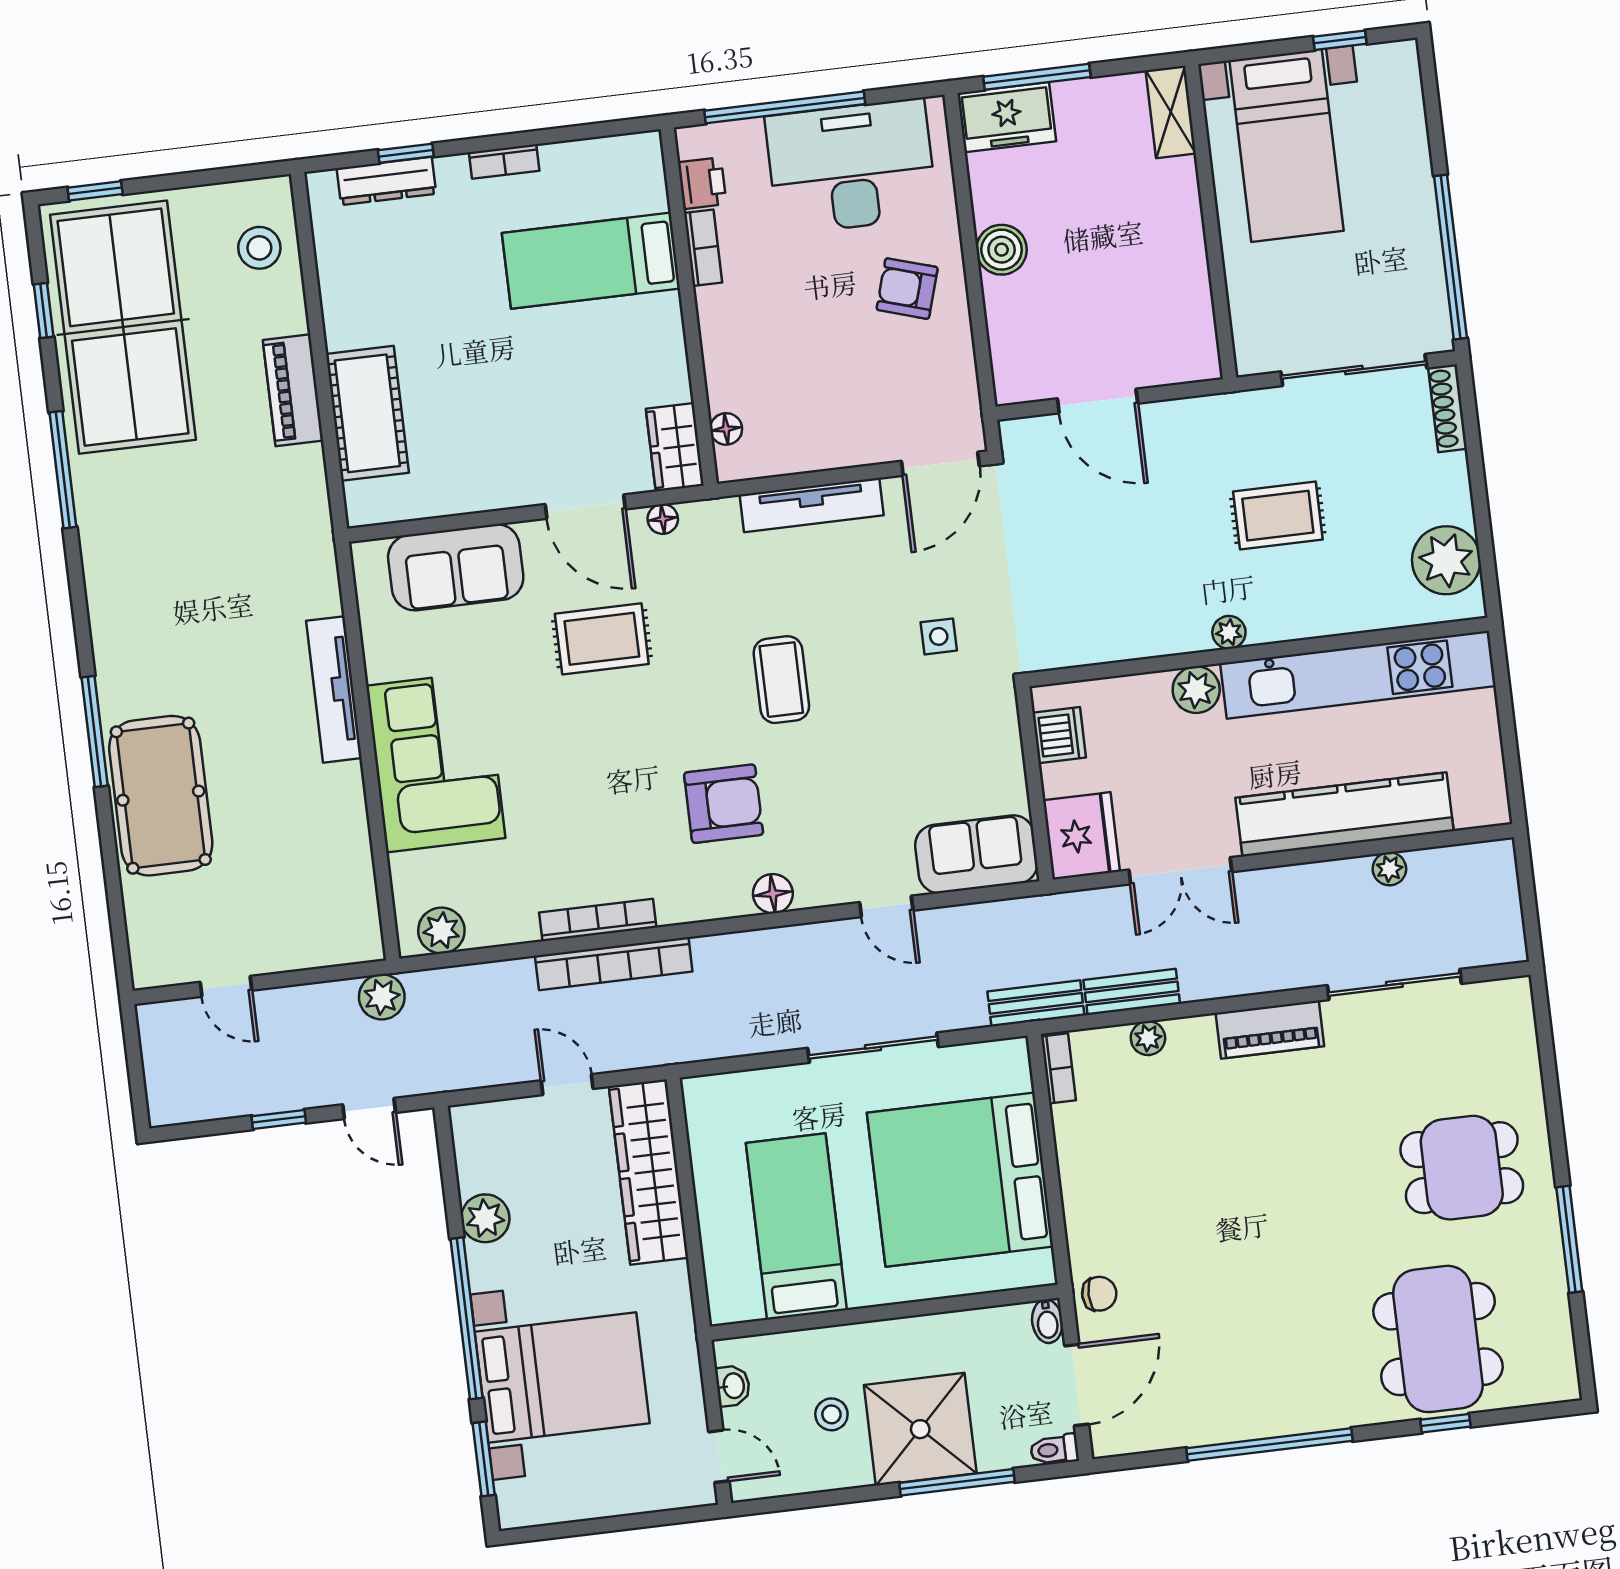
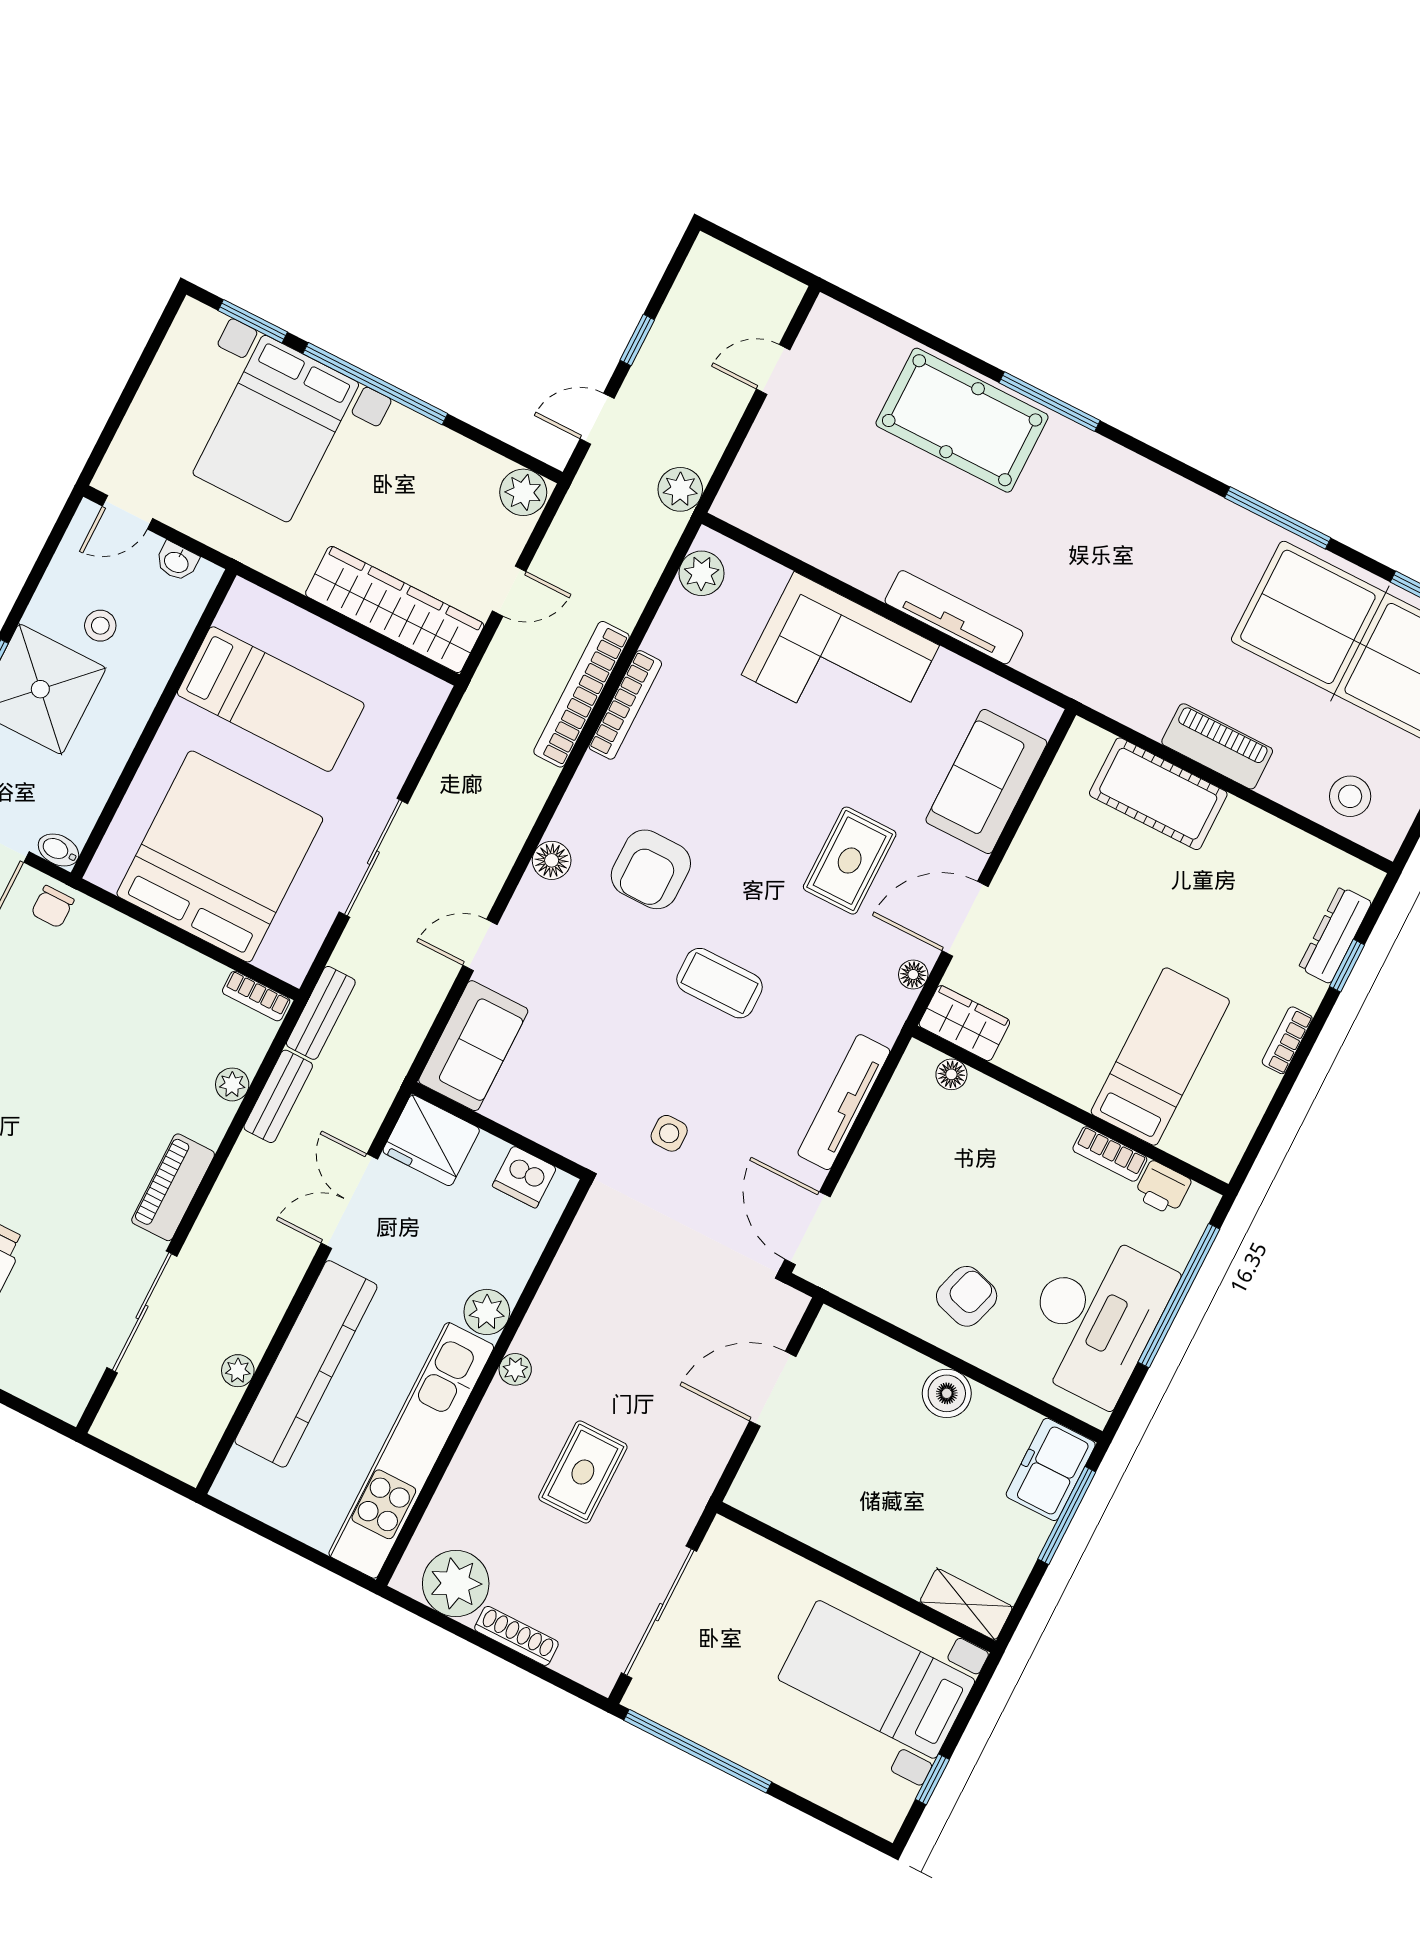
shoe rack: (1448, 408) -> (516, 1636), moved
plant: (485, 1218) -> (523, 492), moved

